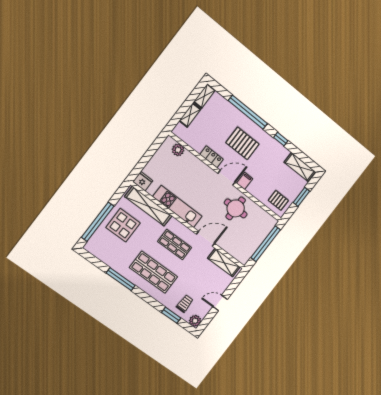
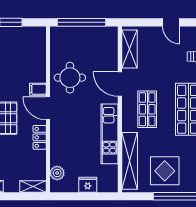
shelving: (190, 115) -> (33, 186), moved
fridge: (143, 181) -> (88, 185), moved, turned 90
pallet: (278, 200) -> (31, 42), removed

